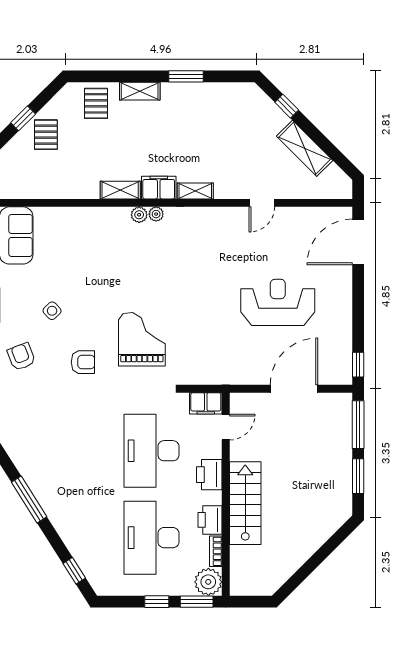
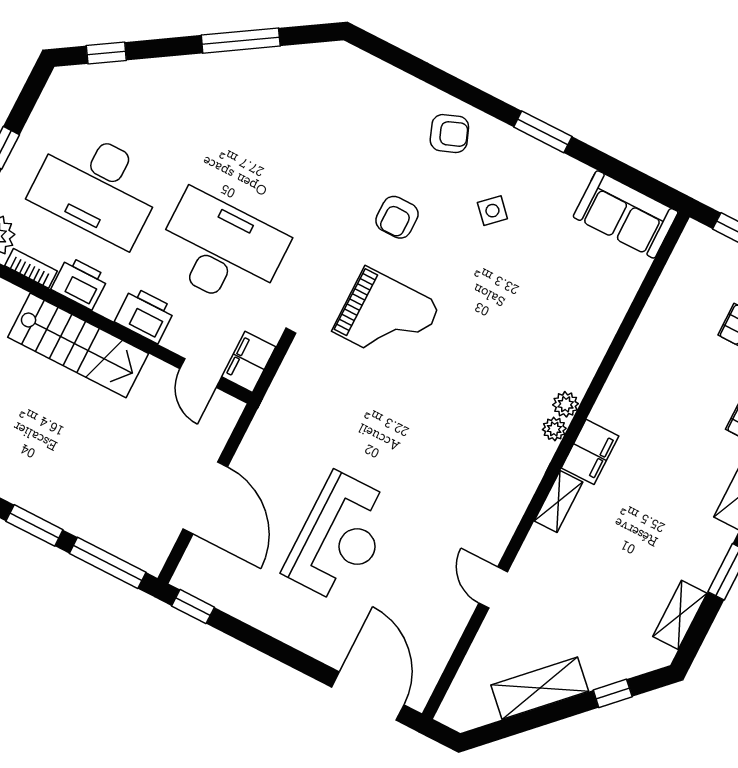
shelving: (120, 190) -> (680, 615), moved
desk: (151, 538) -> (97, 187), turned 180

